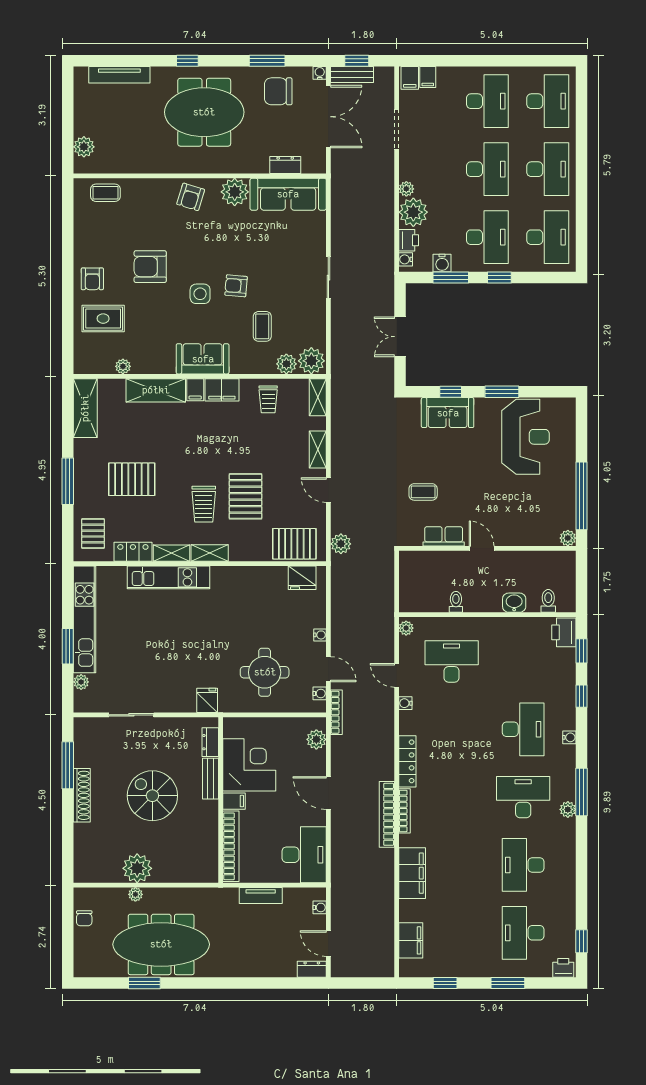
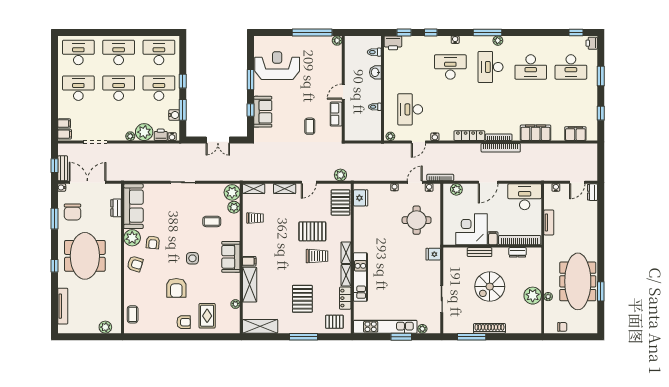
armchair: (236, 286) -> (153, 242), moved
filing cabinet: (222, 390) -> (249, 245), removed
dresser: (210, 742) -> (518, 252), moved

